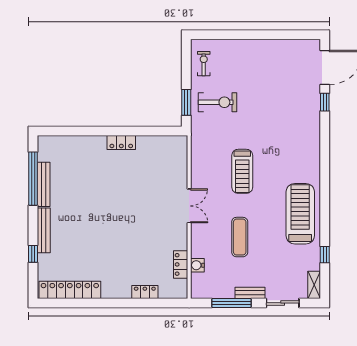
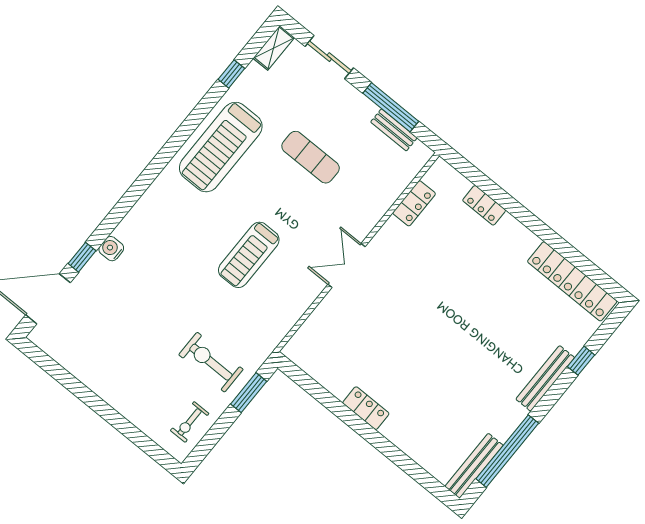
treadmill: (242, 171) -> (249, 255), turned 180
bench: (44, 184) -> (474, 466), moved
exercise mat: (240, 237) -> (311, 157), moved, turned 90
water cooler: (197, 265) -> (111, 249), moved, turned 180
bench: (250, 293) -> (394, 130), moved

